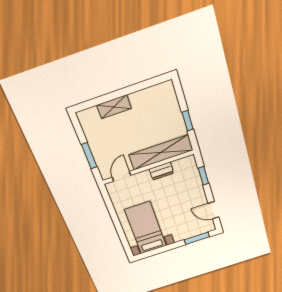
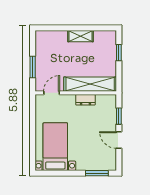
shelving: (114, 107) -> (80, 36), moved
window: (188, 121) -> (119, 53), moved
door: (213, 210) -> (119, 140), moved

